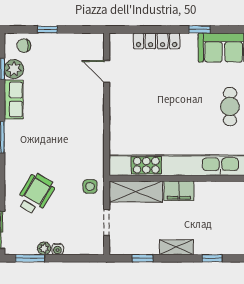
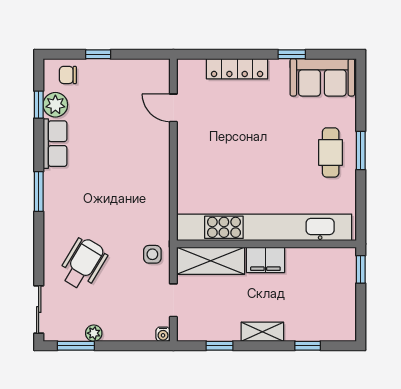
water cooler: (57, 249) -> (163, 334), moved

